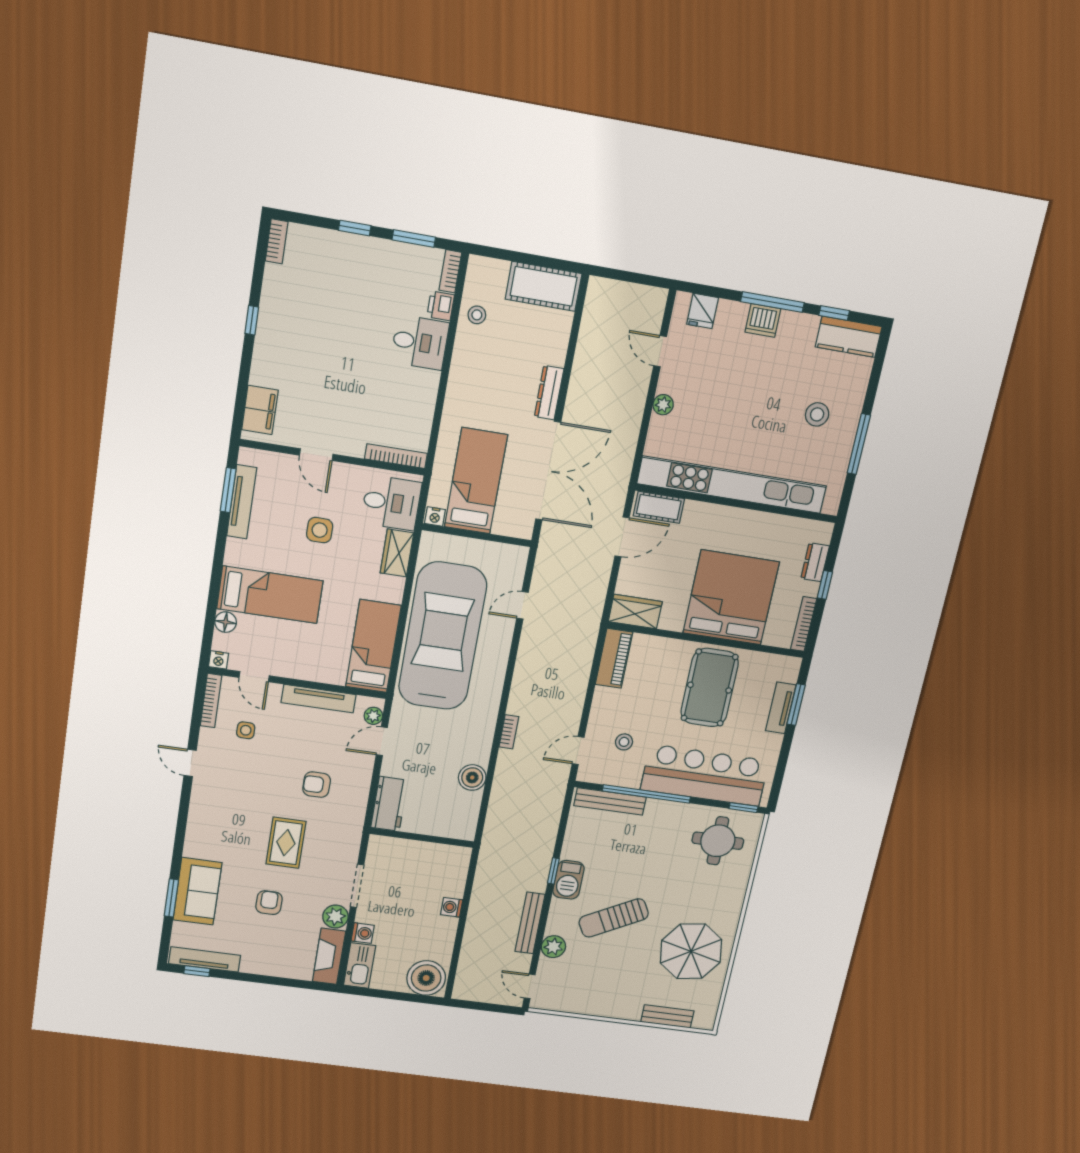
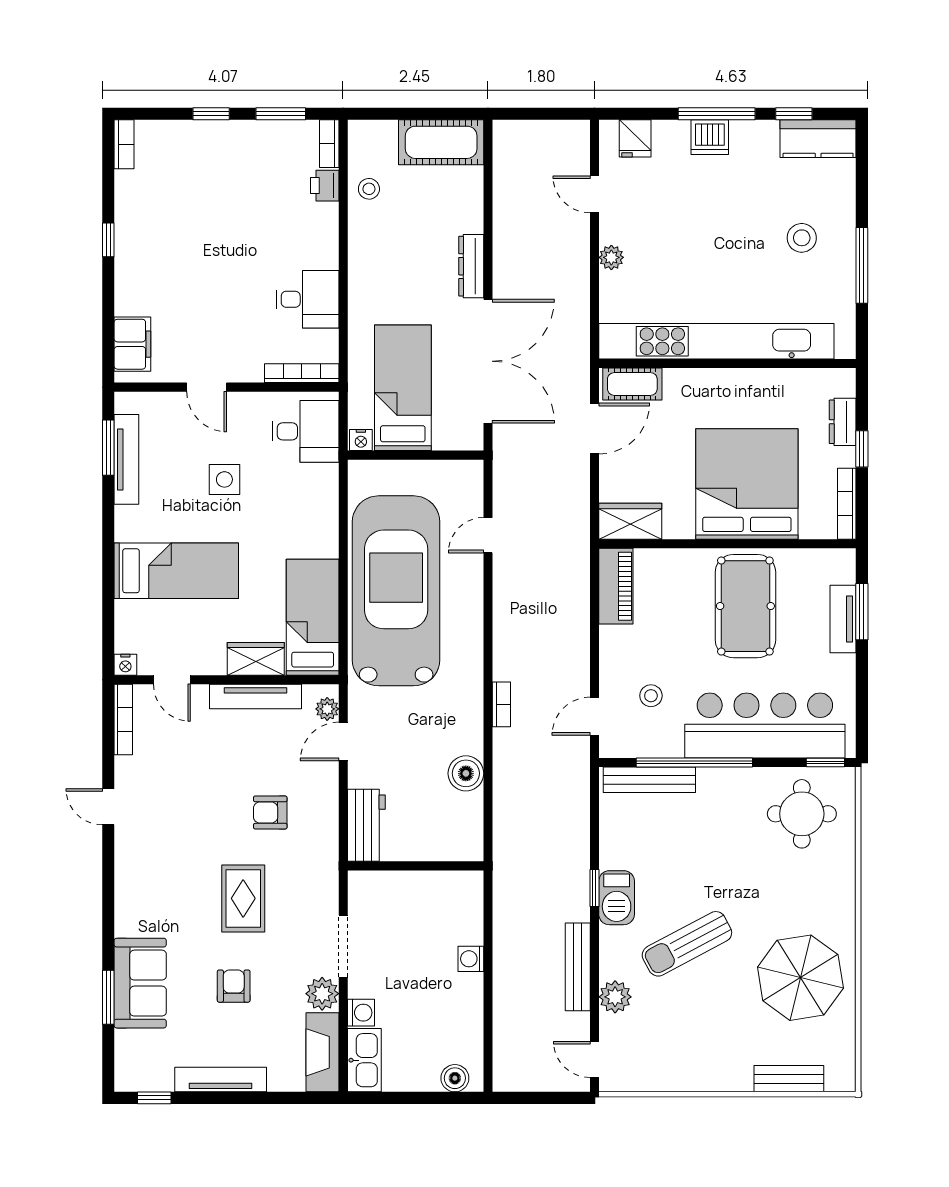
desk: (420, 342) -> (308, 299), moved
wardrobe: (397, 553) -> (256, 659), moved, turned 90
floor lamp: (226, 622) -> (127, 614), removed
side table: (246, 730) -> (171, 752), removed
tv unit: (205, 959) -> (221, 1080), moved
boiler: (426, 978) -> (455, 1078), width x0.54, depth x0.54

